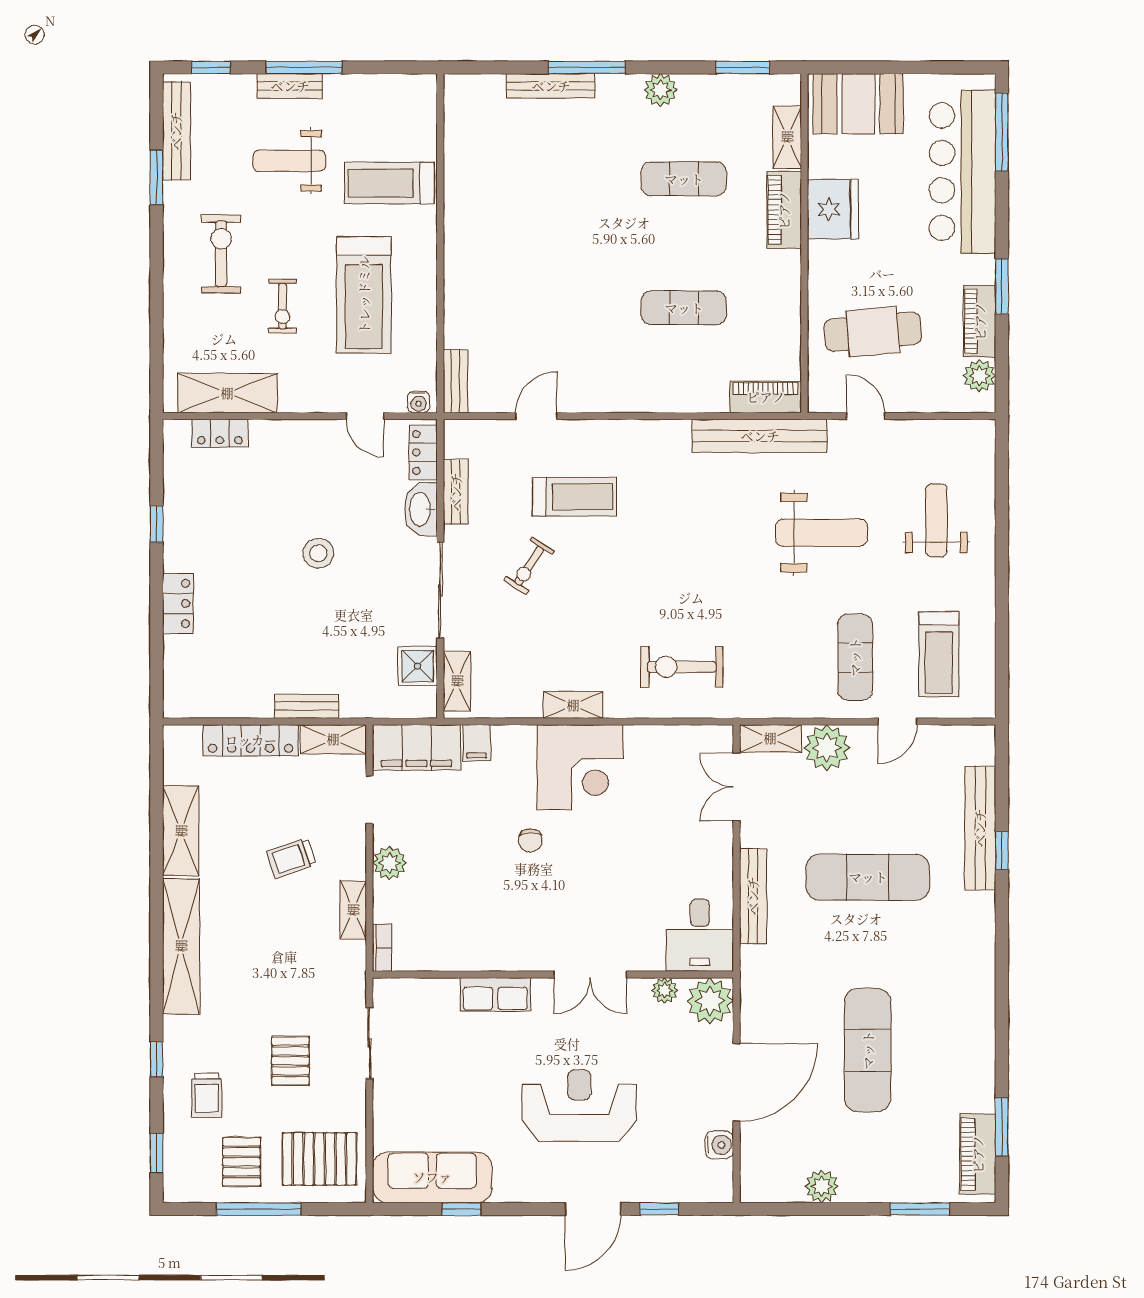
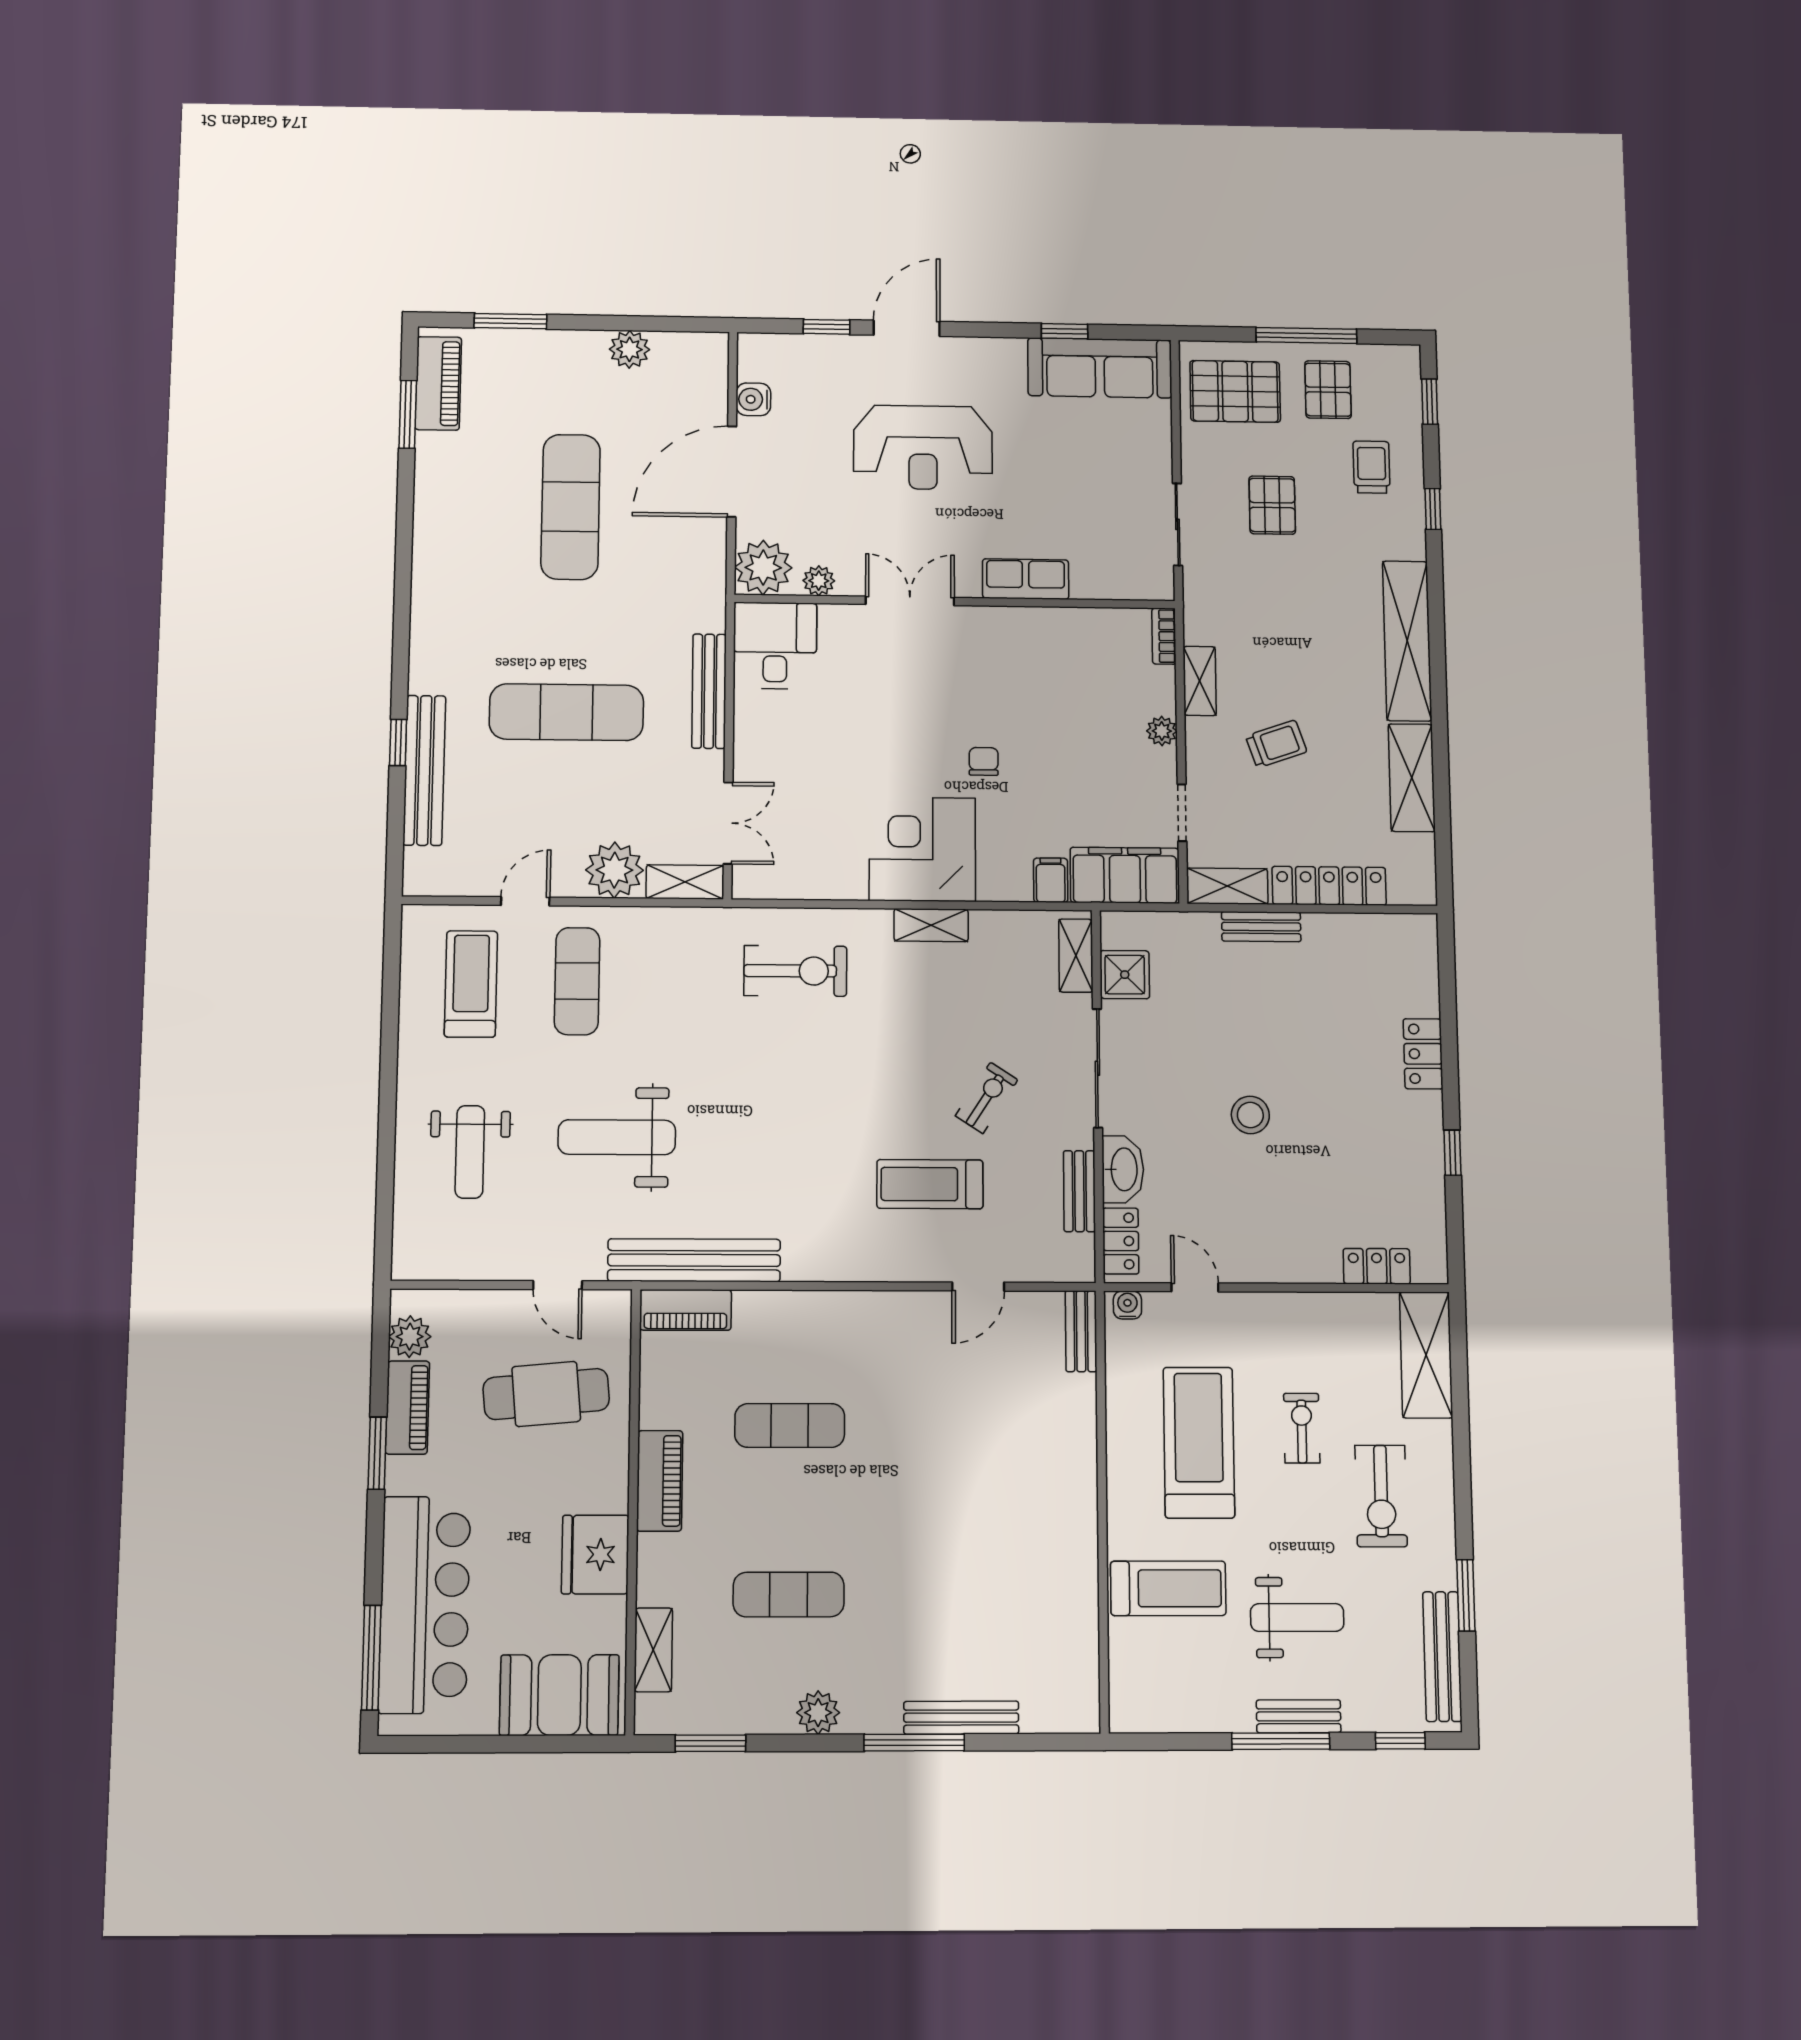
piano: (784, 210) -> (660, 1481), moved
shelving: (227, 393) -> (1426, 1355), moved, turned 90
plant: (389, 863) -> (1162, 731), width x0.73, depth x0.73

